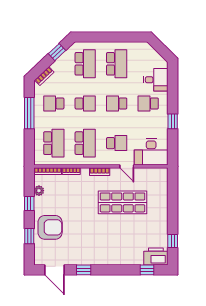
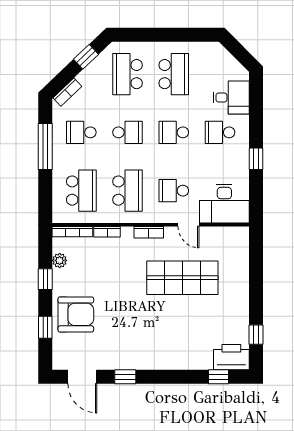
school desk: (85, 64) -> (128, 74), turned 180
school desk: (117, 143) -> (174, 191), turned 180

